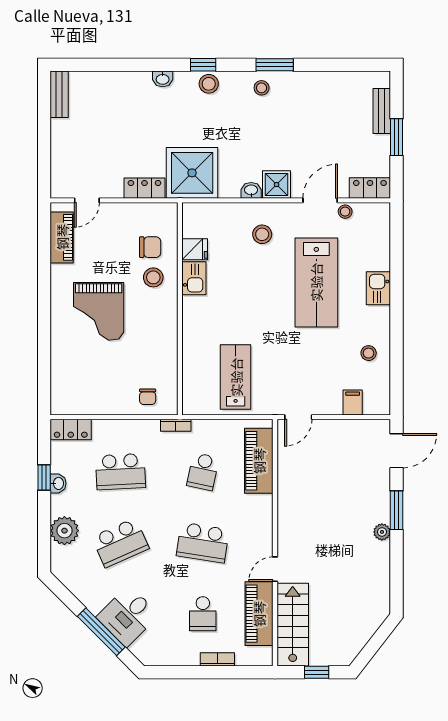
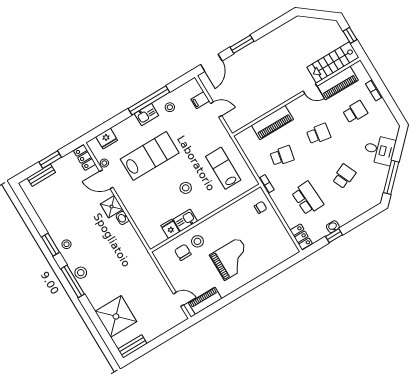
window: (203, 65) -> (73, 281), width x2.17
washbasin: (163, 79) -> (92, 298), removed
shower: (192, 173) -> (116, 316), moved
locker: (144, 188) -> (154, 273), removed
stool: (262, 234) -> (186, 188), moved
fridge: (378, 236) -> (107, 138), added
kitchen sink: (378, 288) -> (146, 114), moved
window: (396, 329) -> (149, 100), added
lab bench: (236, 377) -> (223, 168), turned 90
door: (298, 417) -> (216, 110), moved
door: (396, 451) -> (211, 63), swing flipped
piano: (259, 461) -> (272, 122), moved
plant: (64, 531) -> (355, 209), removed
plant: (382, 532) -> (258, 45), removed
school desk: (120, 543) -> (344, 176), width x0.54
school desk: (203, 543) -> (319, 134), width x0.54
window: (101, 632) -> (391, 177), moved

